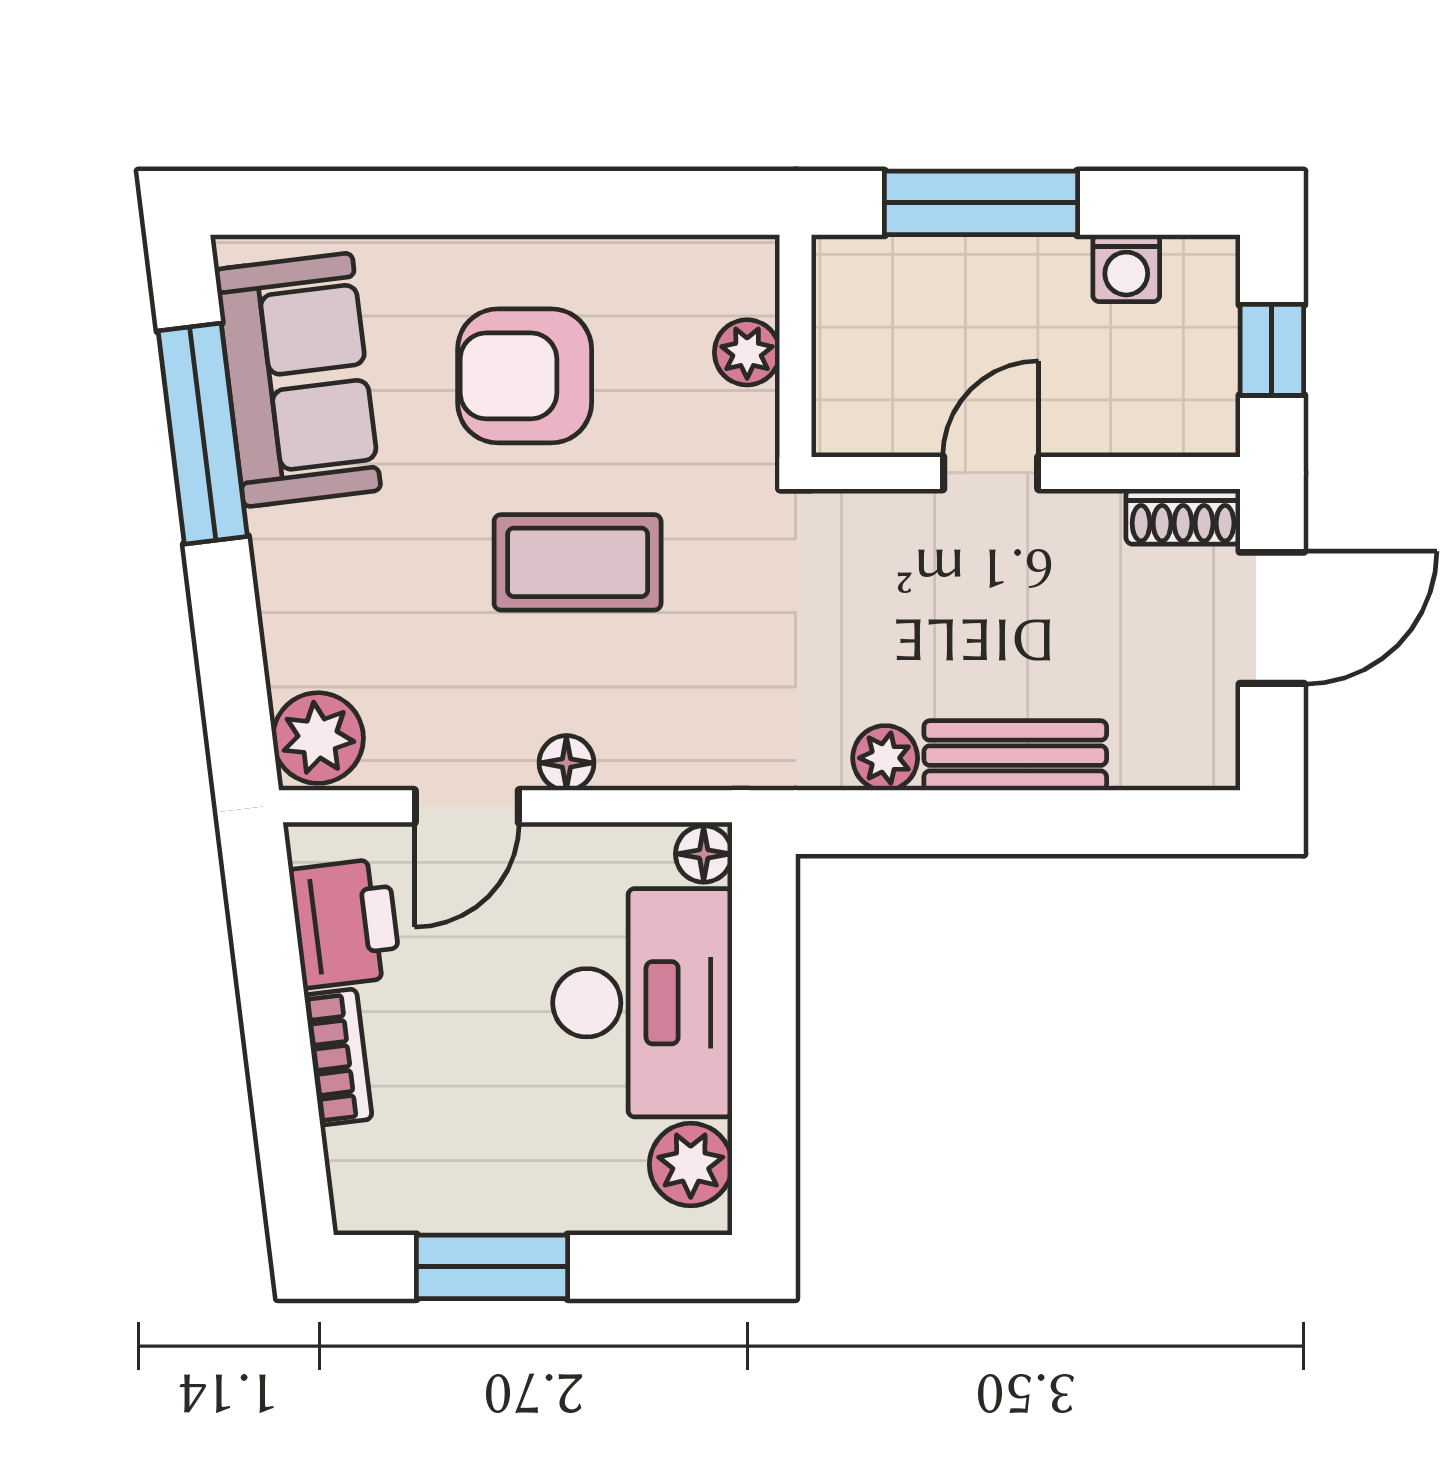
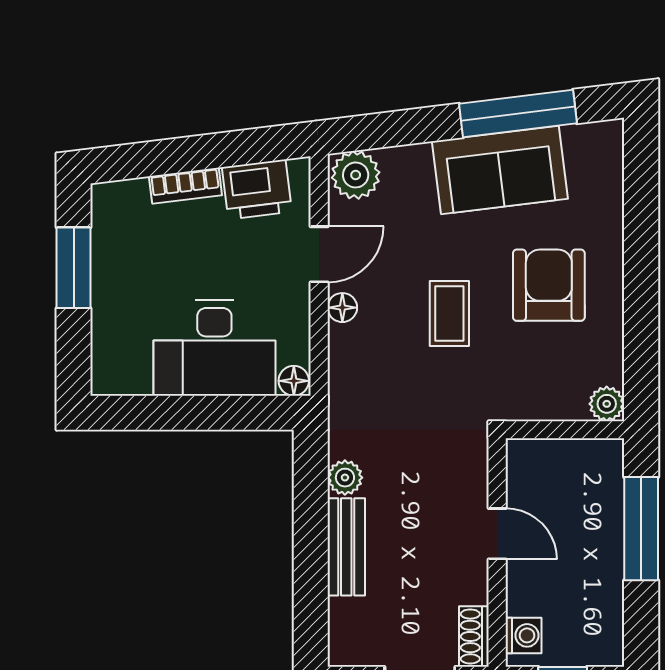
washing machine: (1126, 268) -> (523, 635), moved, turned 180
plant: (747, 352) -> (607, 404), moved
sofa: (298, 380) -> (500, 170), moved
coffee table: (578, 562) -> (449, 313), width x0.73, depth x0.77
door: (467, 806) -> (319, 254), swing flipped
plant: (691, 1165) -> (128, 374), removed

